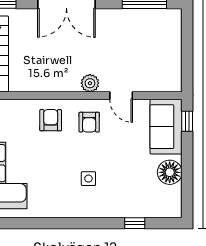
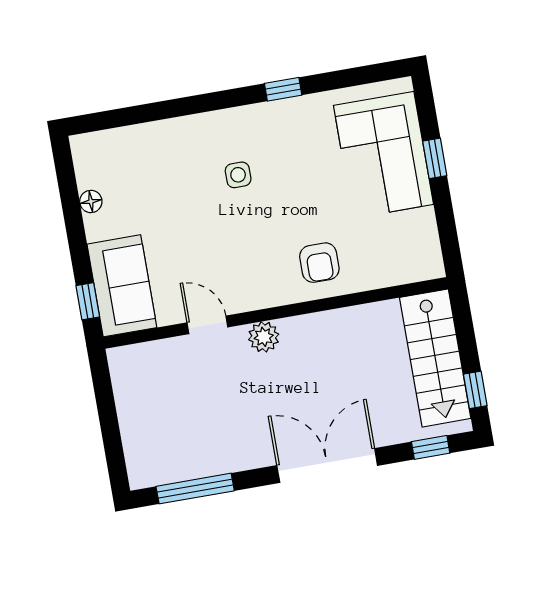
armchair: (89, 122) -> (254, 271), removed
floor lamp: (170, 172) -> (91, 201), width x0.53, depth x0.53
window: (135, 223) -> (283, 89), moved

